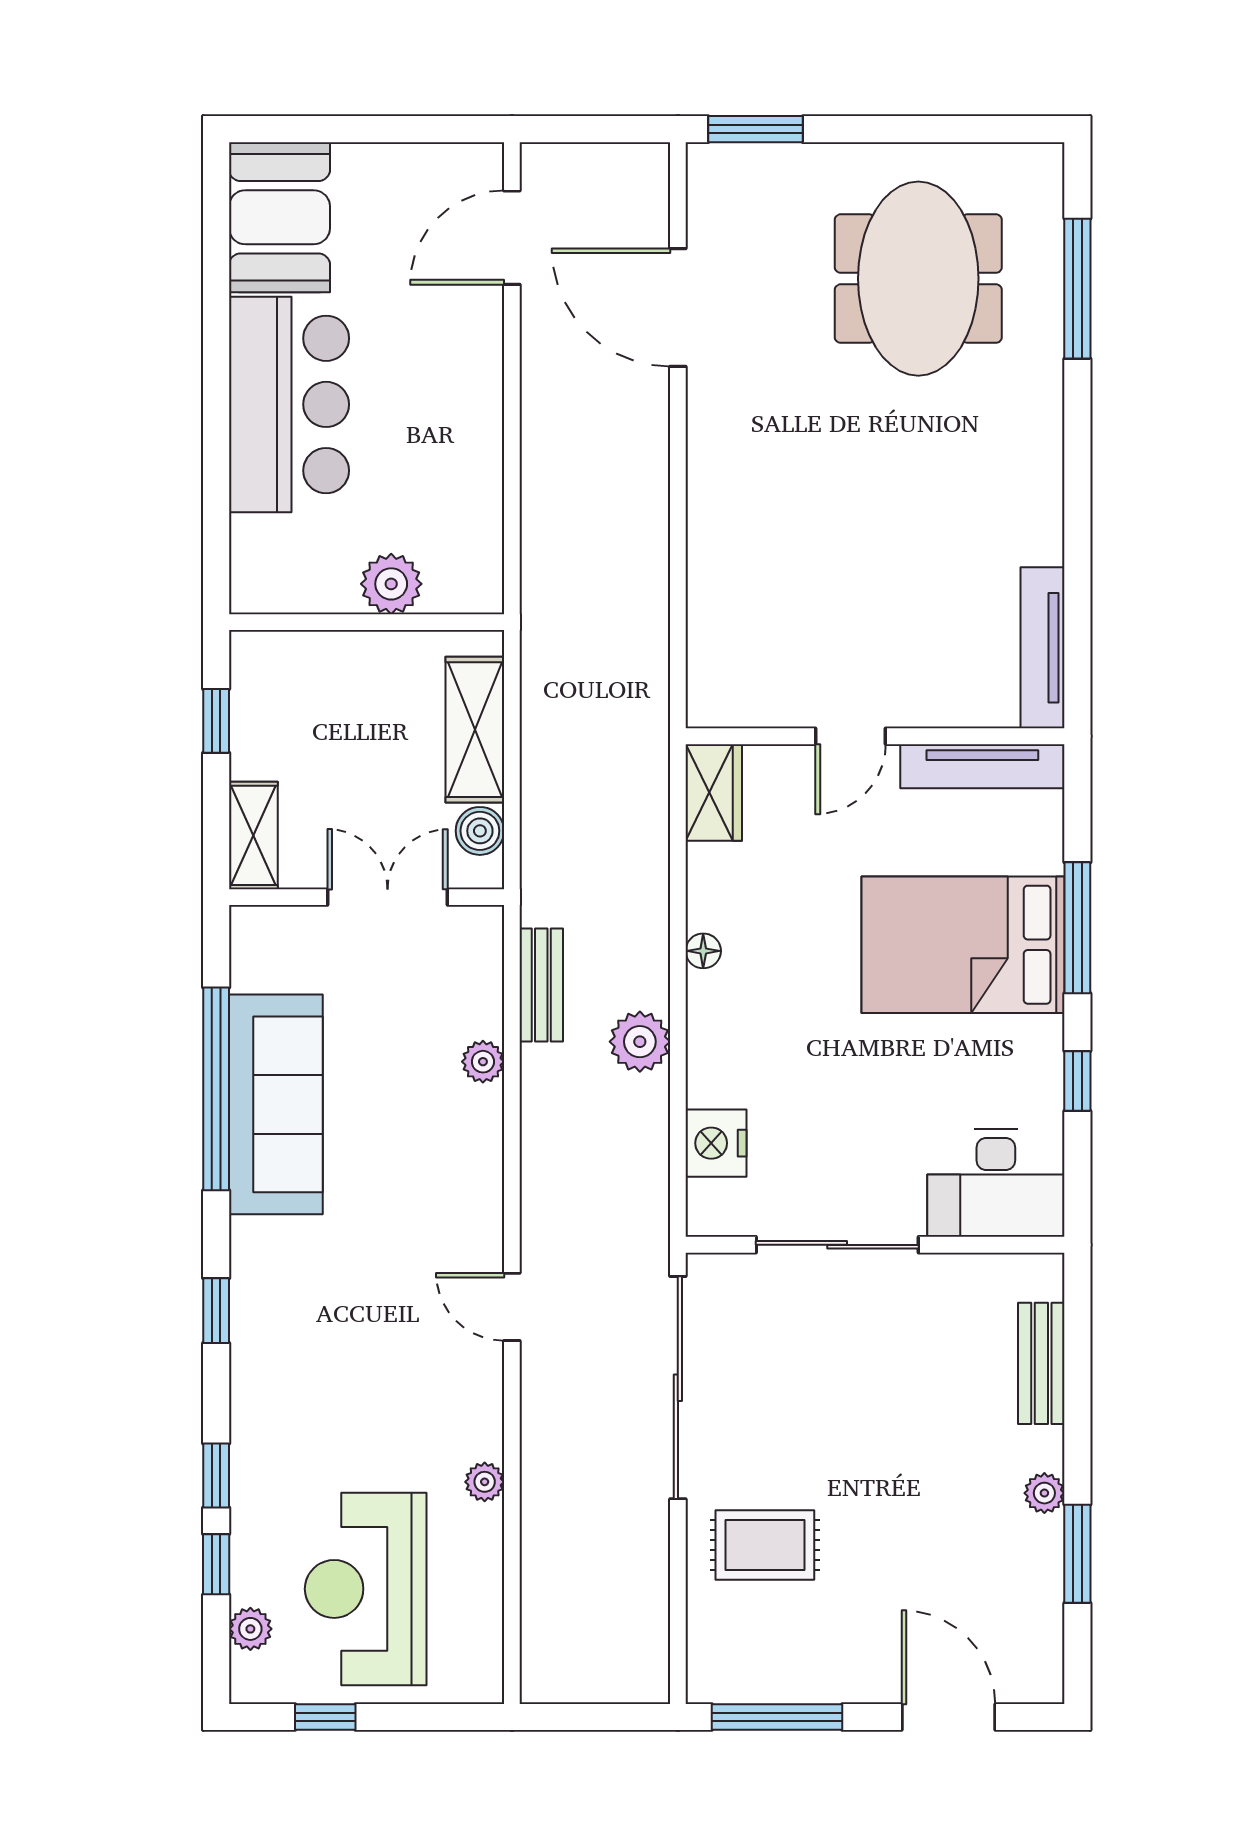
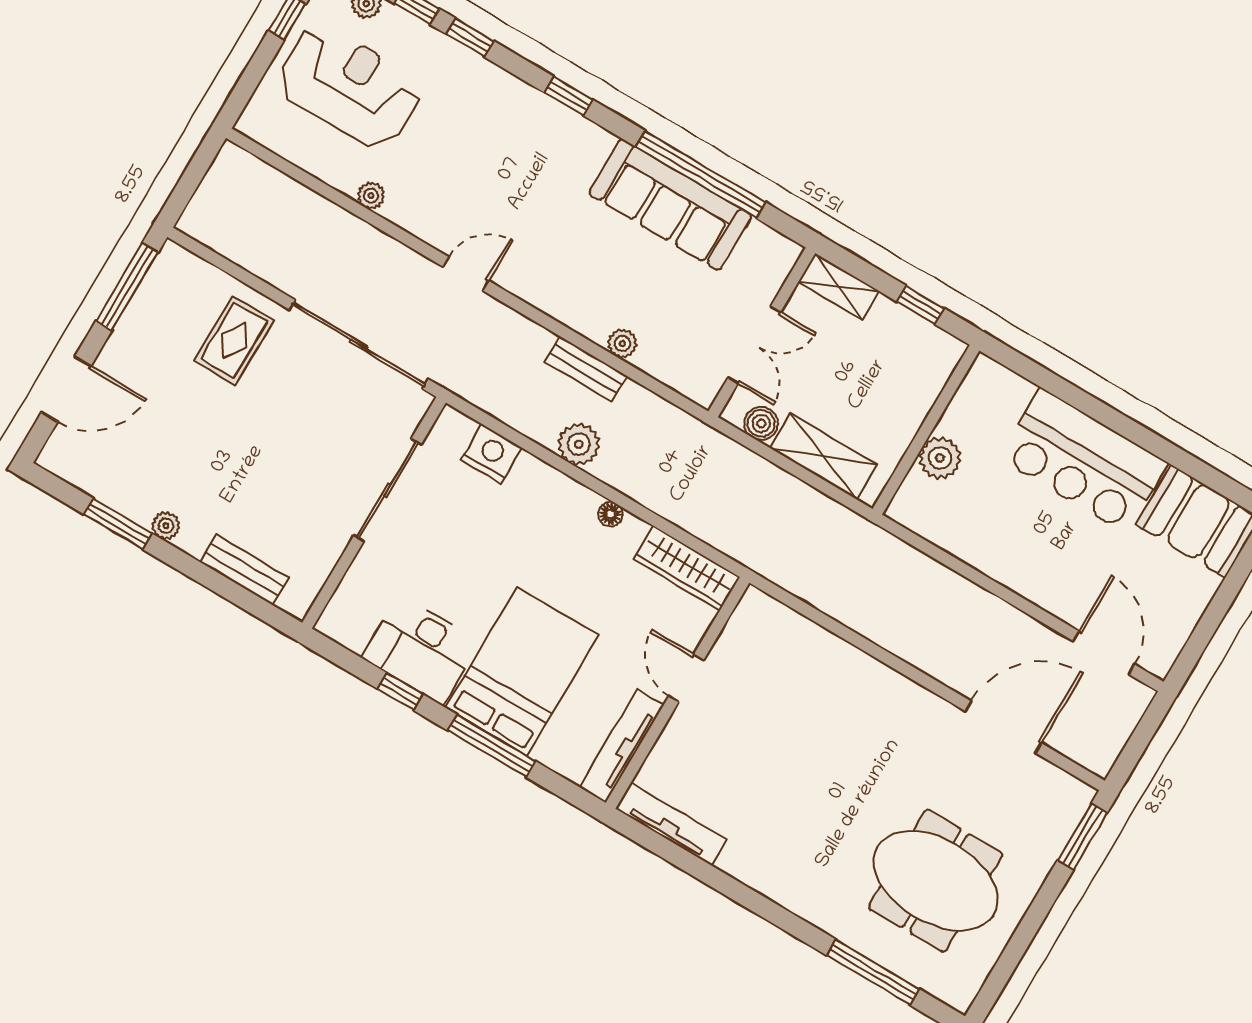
wardrobe: (714, 792) -> (687, 568), width x1.50
bench: (541, 985) -> (586, 369), moved
desk: (996, 1183) -> (421, 650), moved, turned -90

